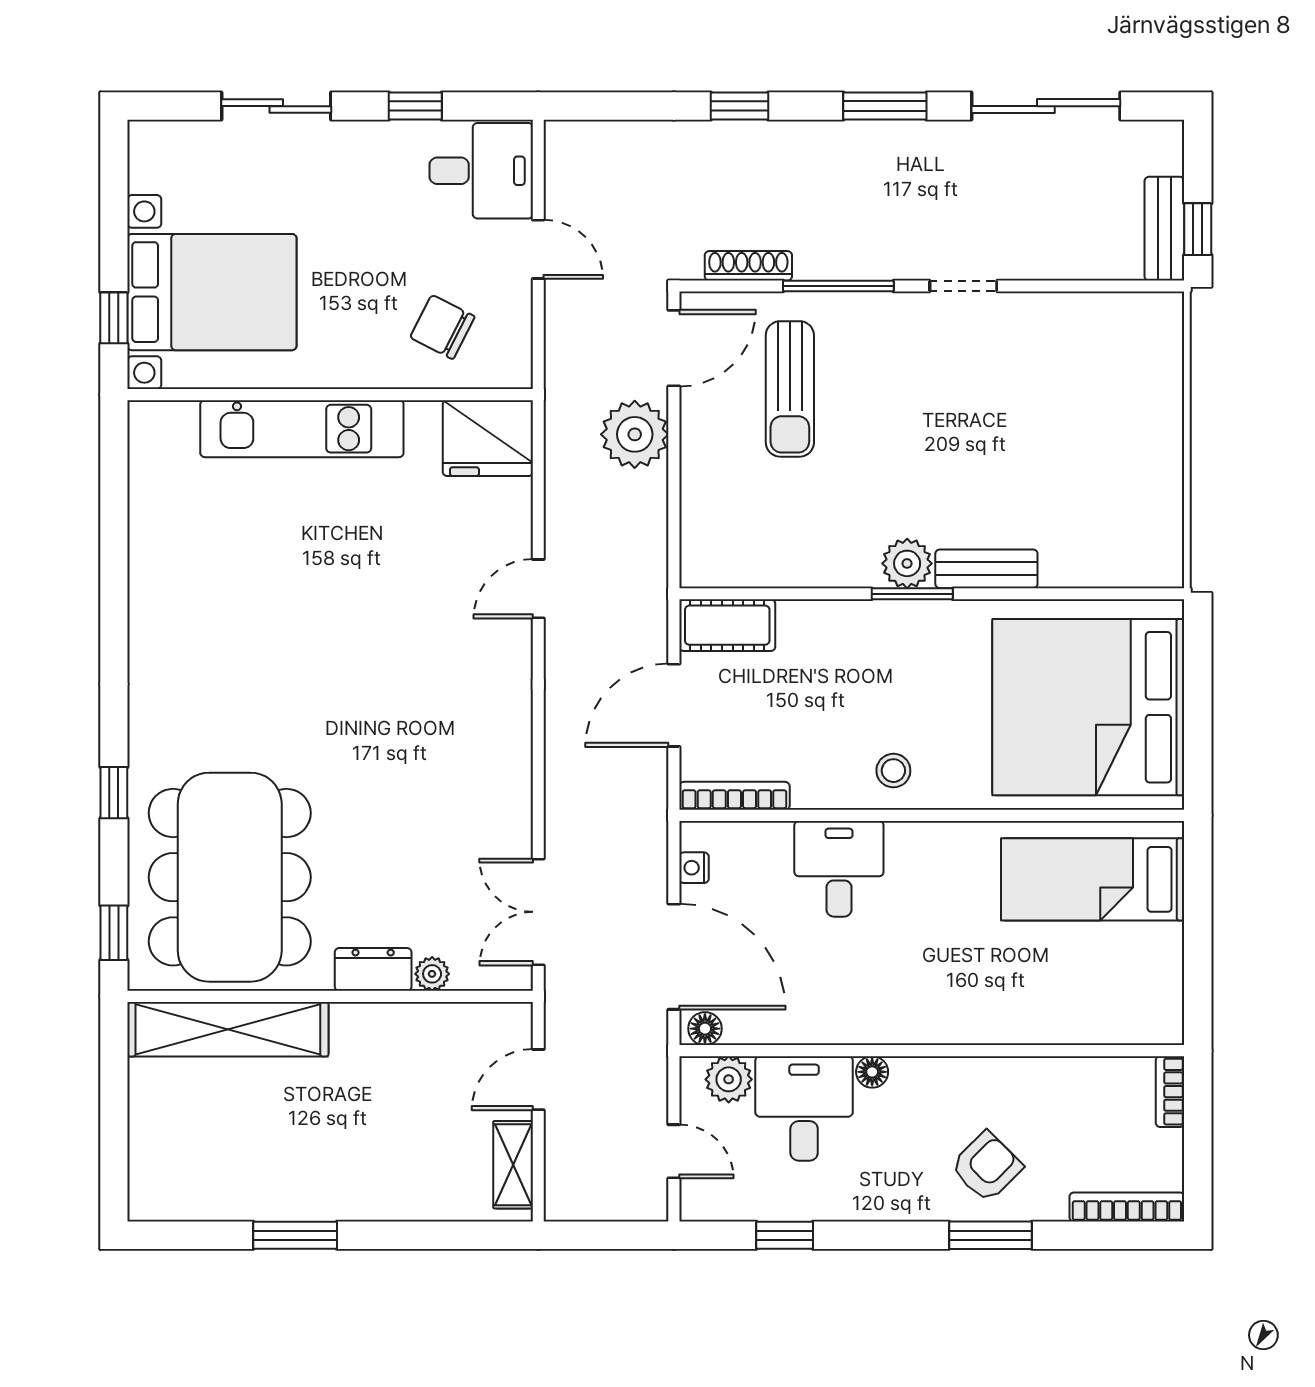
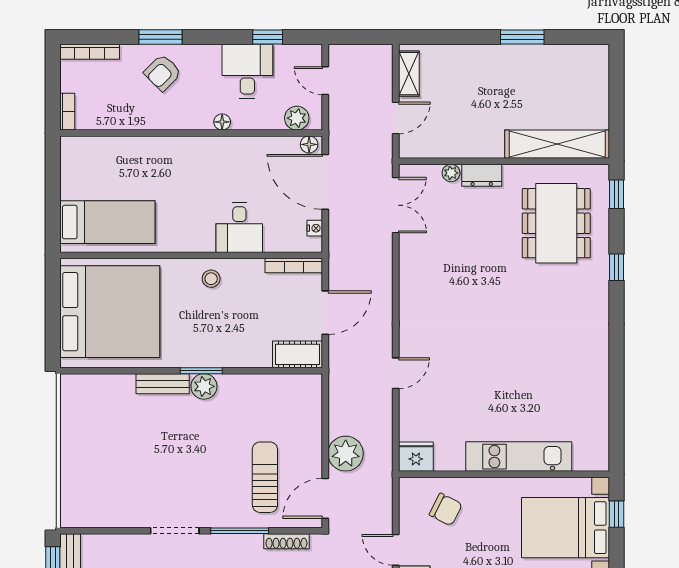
doorway: (963, 286) -> (175, 531), width x1.38
fridge: (488, 438) -> (416, 457), width x0.73, depth x0.75
dining table: (230, 877) -> (556, 223), width x0.73, depth x0.80
desk: (804, 1108) -> (247, 71), moved, turned 180

